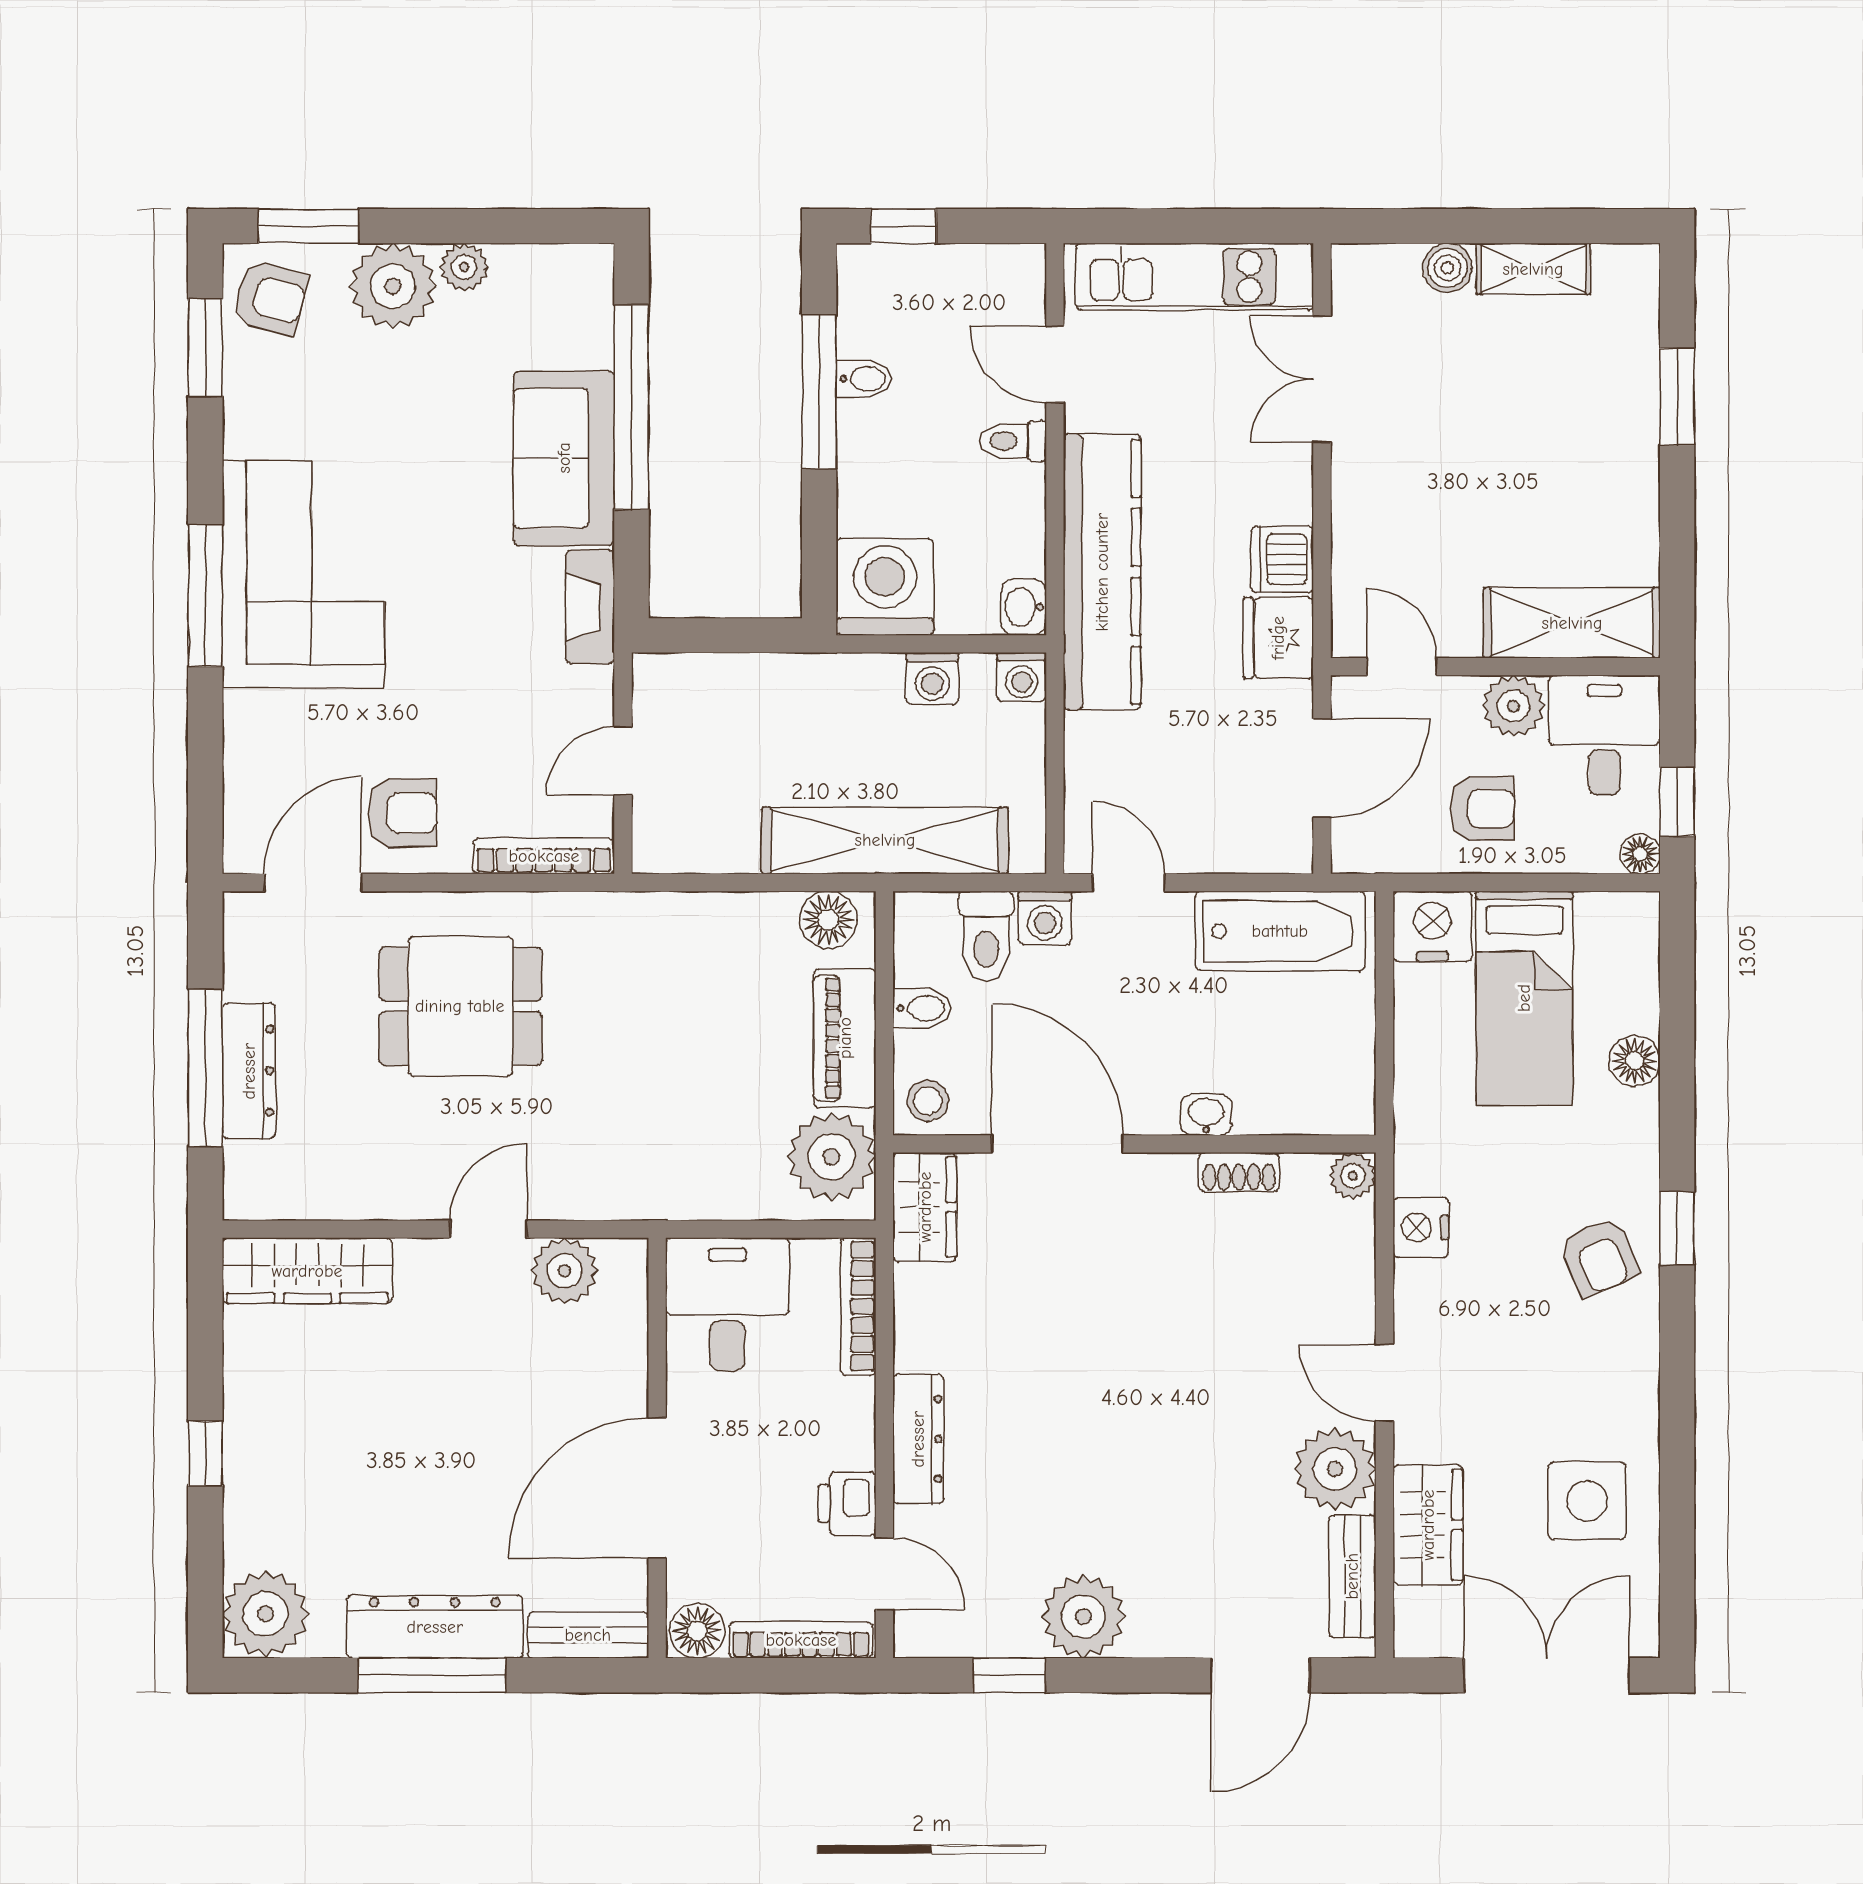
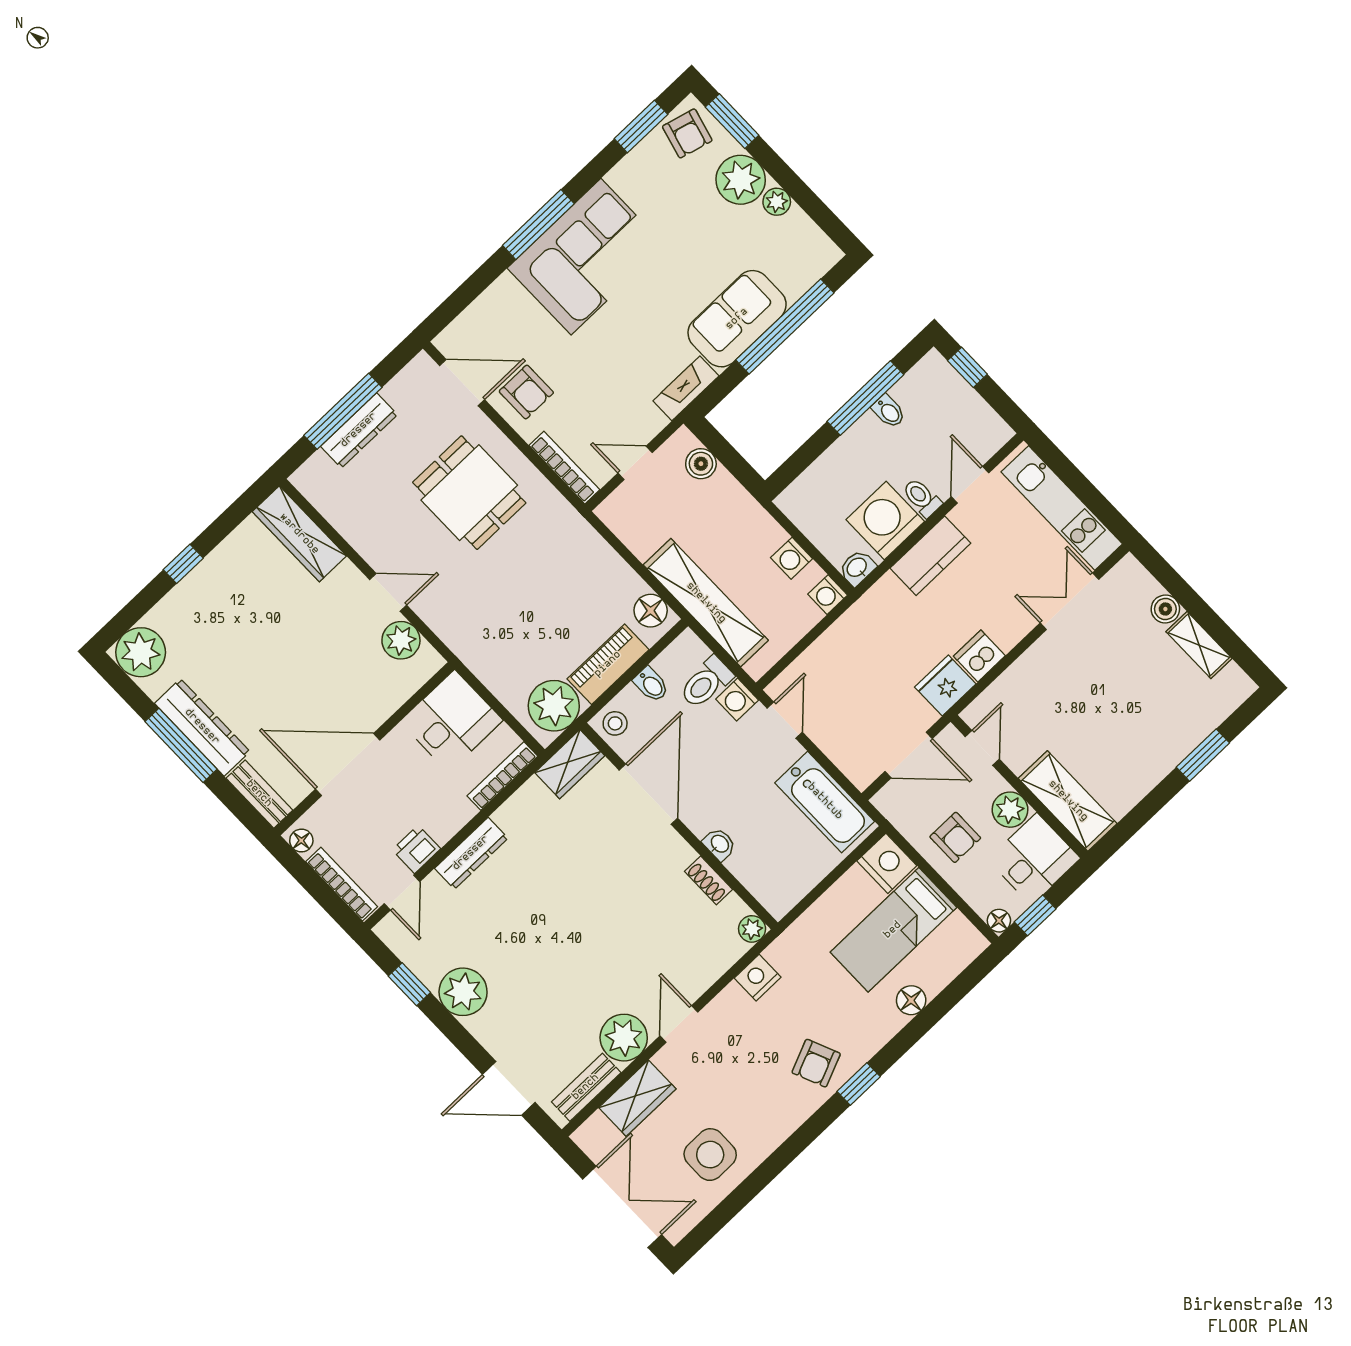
kitchen counter: (1102, 572) -> (930, 556), width x0.48, depth x0.86
washing machine: (885, 587) -> (885, 521), moved, turned -90
boiler: (703, 679) -> (701, 464), added
floor lamp: (697, 1631) -> (301, 841), width x0.73, depth x0.73

